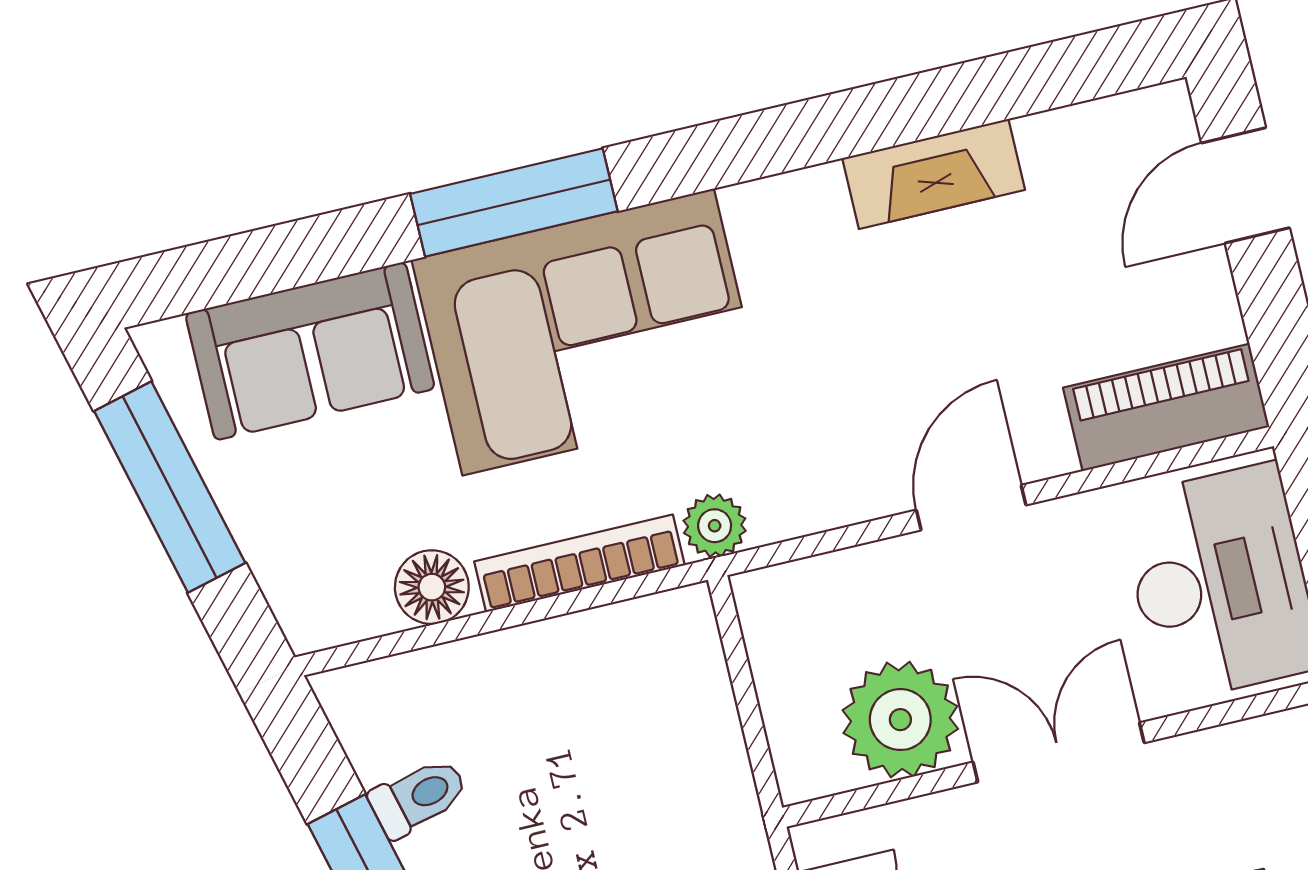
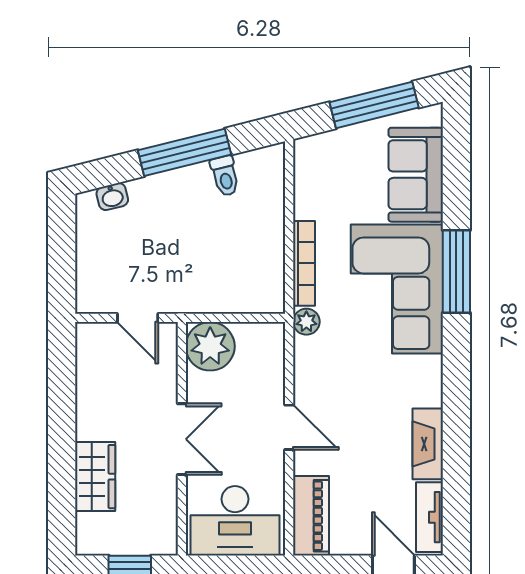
tv unit: (1104, 129) -> (430, 517), added
floor lamp: (432, 587) -> (309, 201), removed
plant: (900, 720) -> (210, 346), moved

